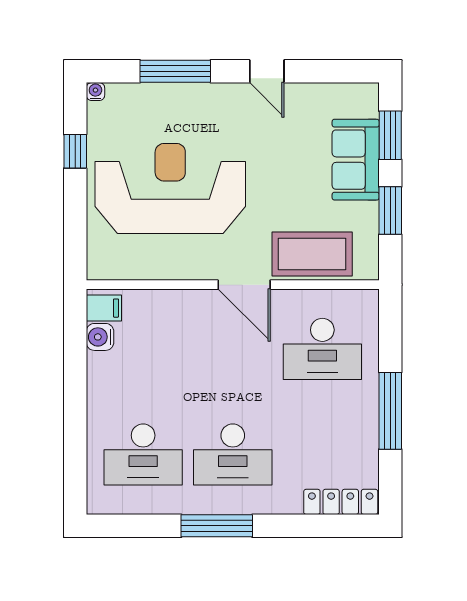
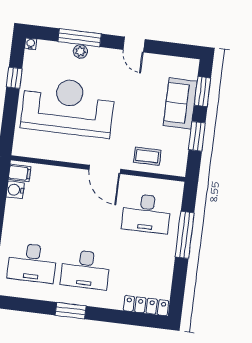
plant: (180, 94) -> (80, 51), added
coffee table: (312, 254) -> (147, 156), width x0.54, depth x0.58
window: (390, 411) -> (185, 235), moved
window: (217, 526) -> (71, 311), width x0.69

